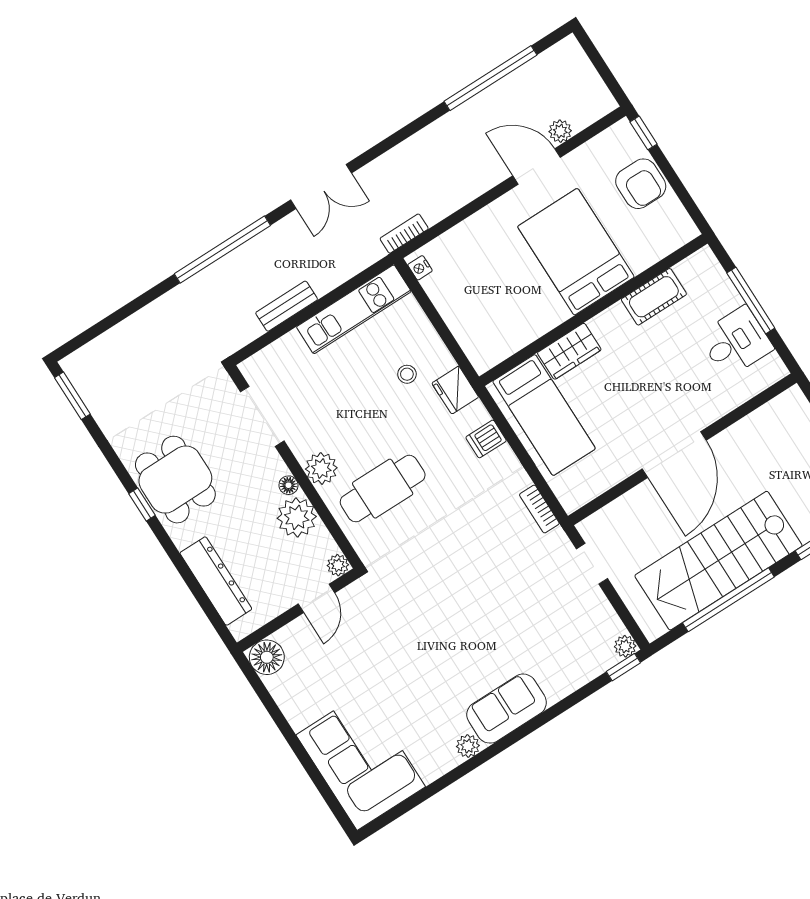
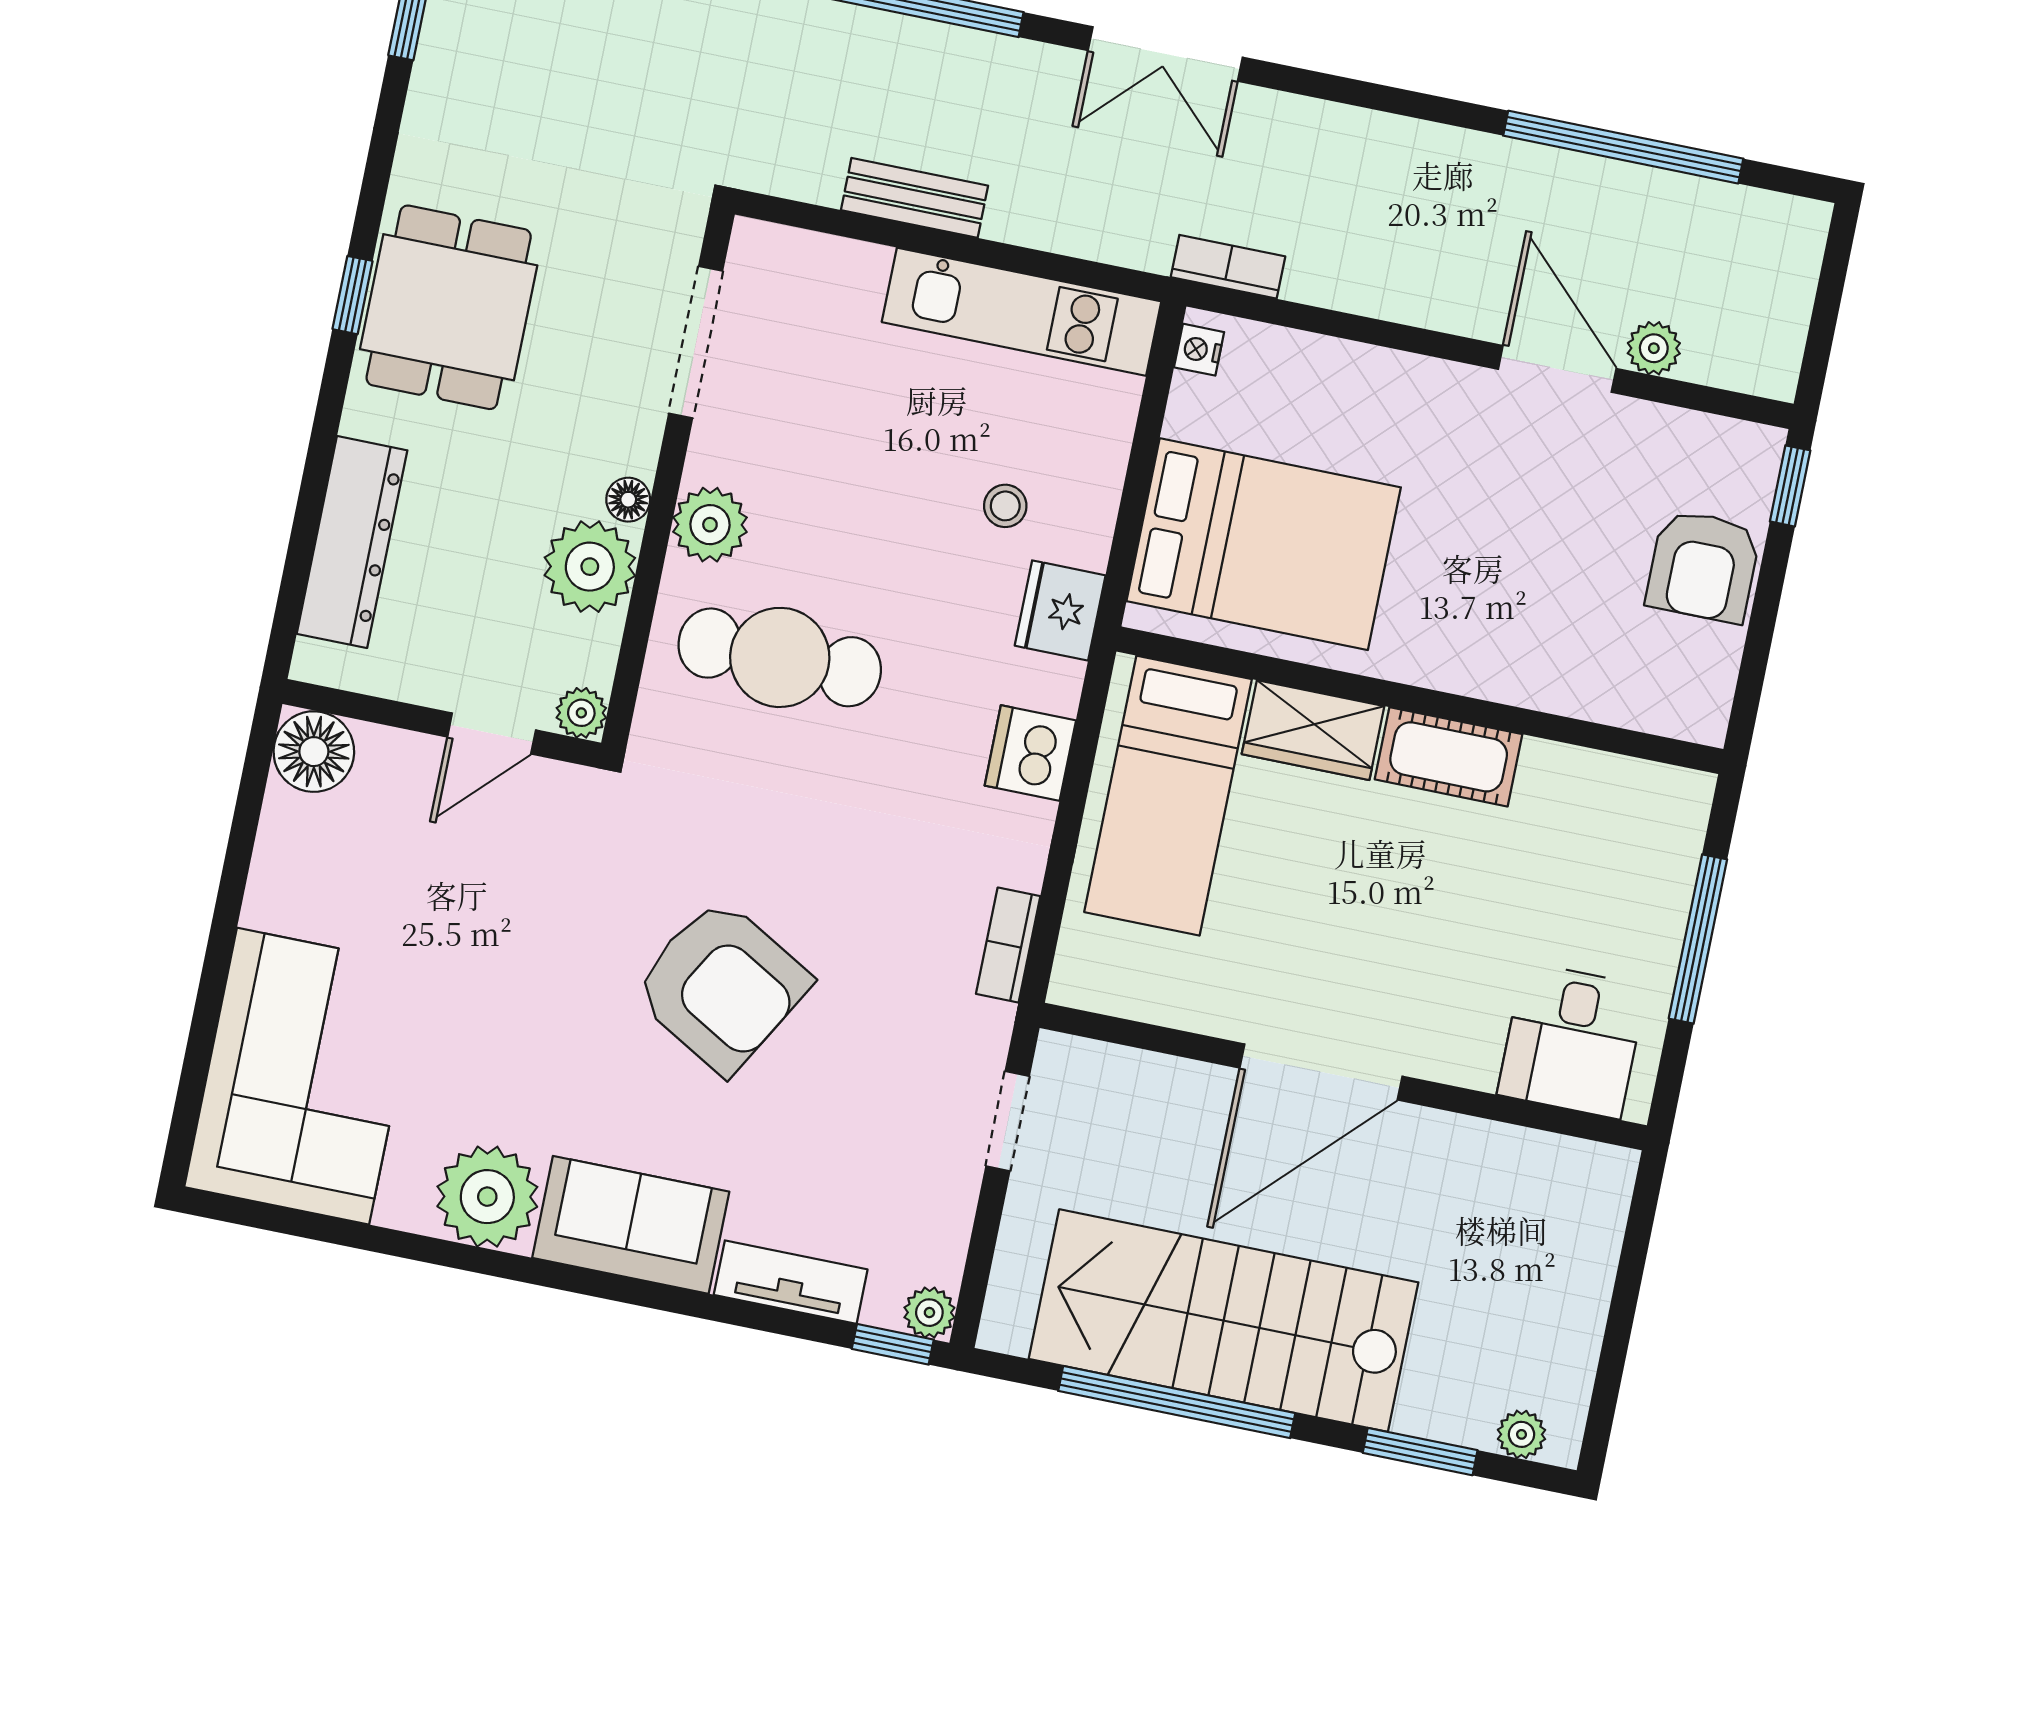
bed: (576, 252) -> (1264, 544), moved, turned 90
cot: (654, 297) -> (1449, 757), moved
desk: (736, 342) -> (1572, 1040), moved, turned 90
dishwasher: (486, 439) -> (1030, 753), width x1.38
armchair: (463, 608) -> (721, 986), added
tv unit: (573, 678) -> (791, 1282), added
plant: (468, 746) -> (487, 1197), width x1.88, depth x1.88

